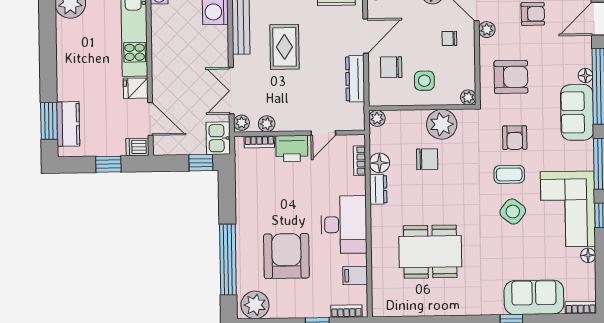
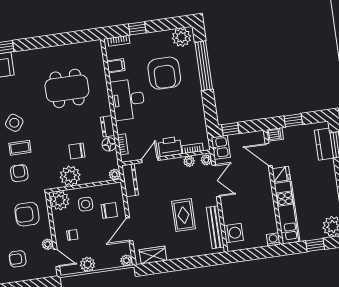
dresser: (355, 79) -> (130, 180), moved
plant: (468, 97) -> (59, 200), width x1.87, depth x1.87

